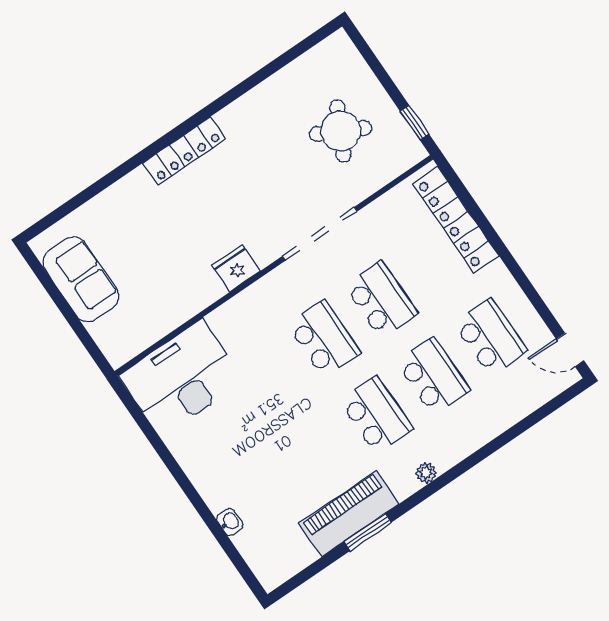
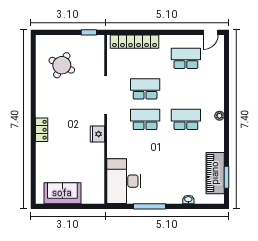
round table: (340, 131) -> (62, 65), moved
locker: (184, 151) -> (42, 130), width x0.66
school desk: (433, 376) -> (186, 89), removed
window: (168, 458) -> (150, 206), added
piano: (349, 514) -> (215, 173), moved
window: (368, 532) -> (226, 177), moved

